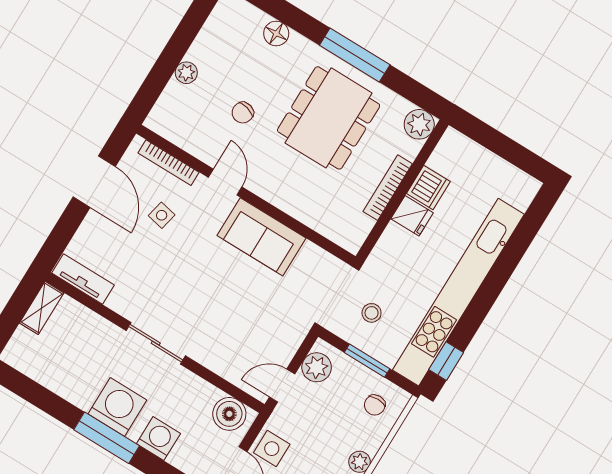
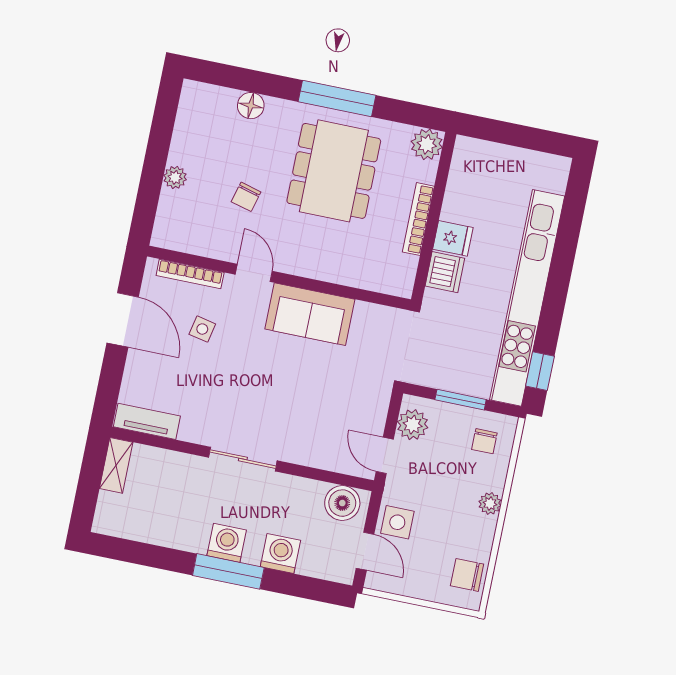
dishwasher: (428, 188) -> (445, 272), moved
stool: (372, 313) -> (448, 350), removed
door: (282, 386) -> (385, 455), hinge flipped
washing machine: (117, 407) -> (227, 543), width x0.73, depth x0.73

